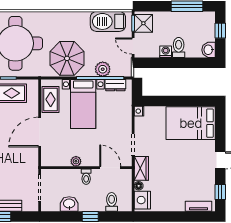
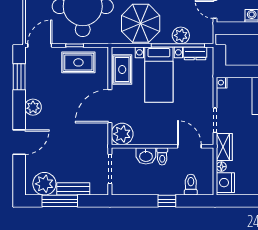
plant: (76, 161) -> (122, 134), moved, width x1.88, depth x1.88
washbasin: (69, 204) -> (146, 156), moved, turned 180

